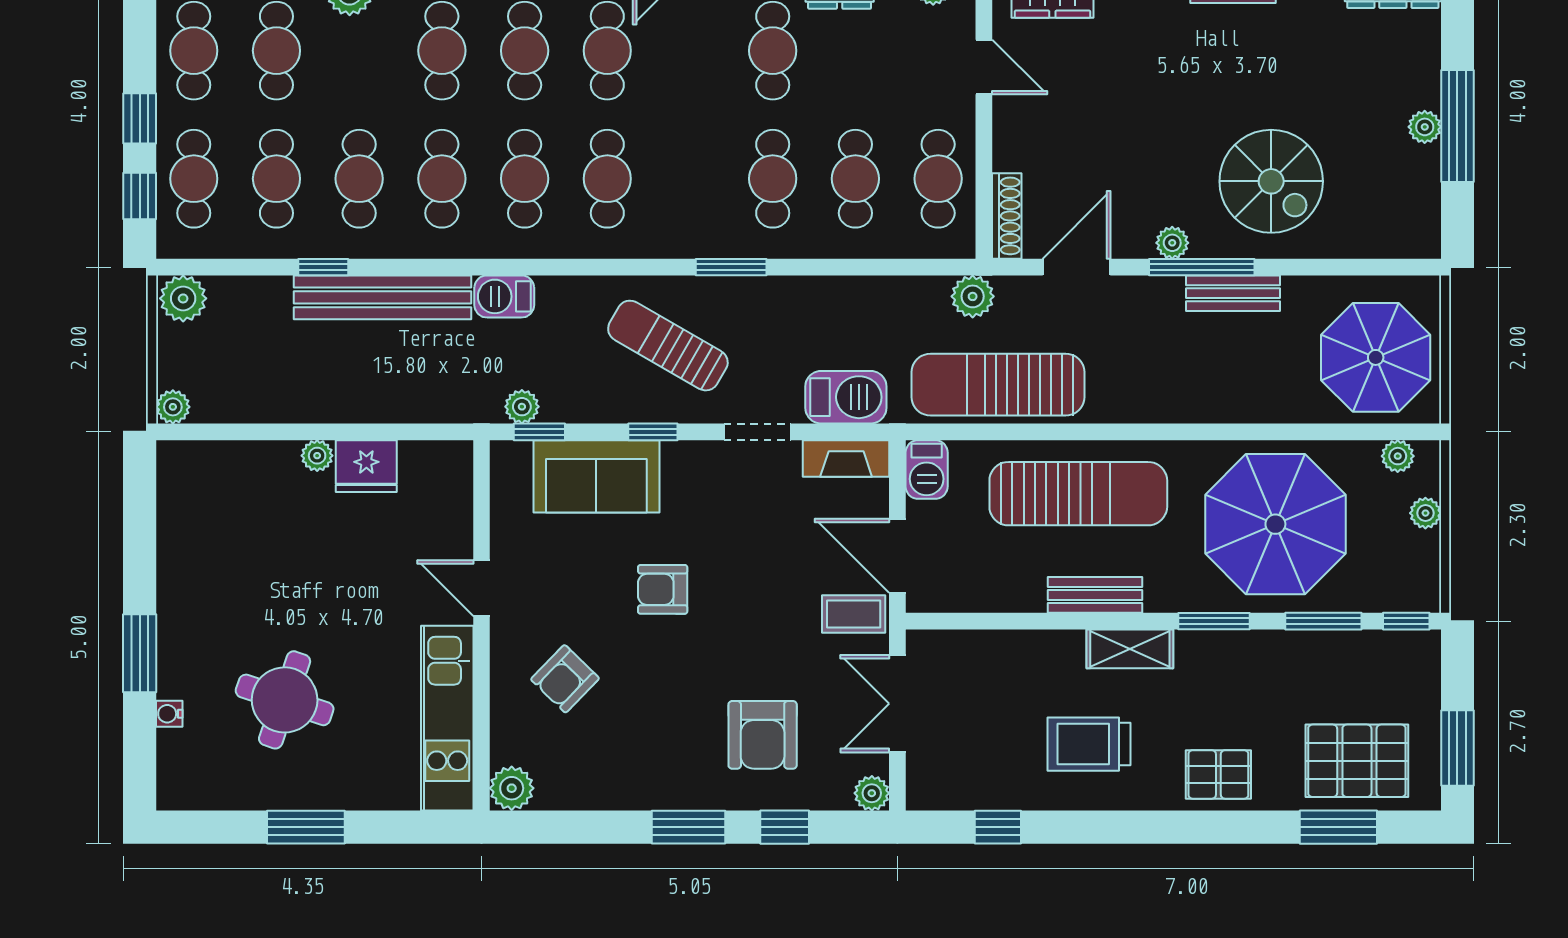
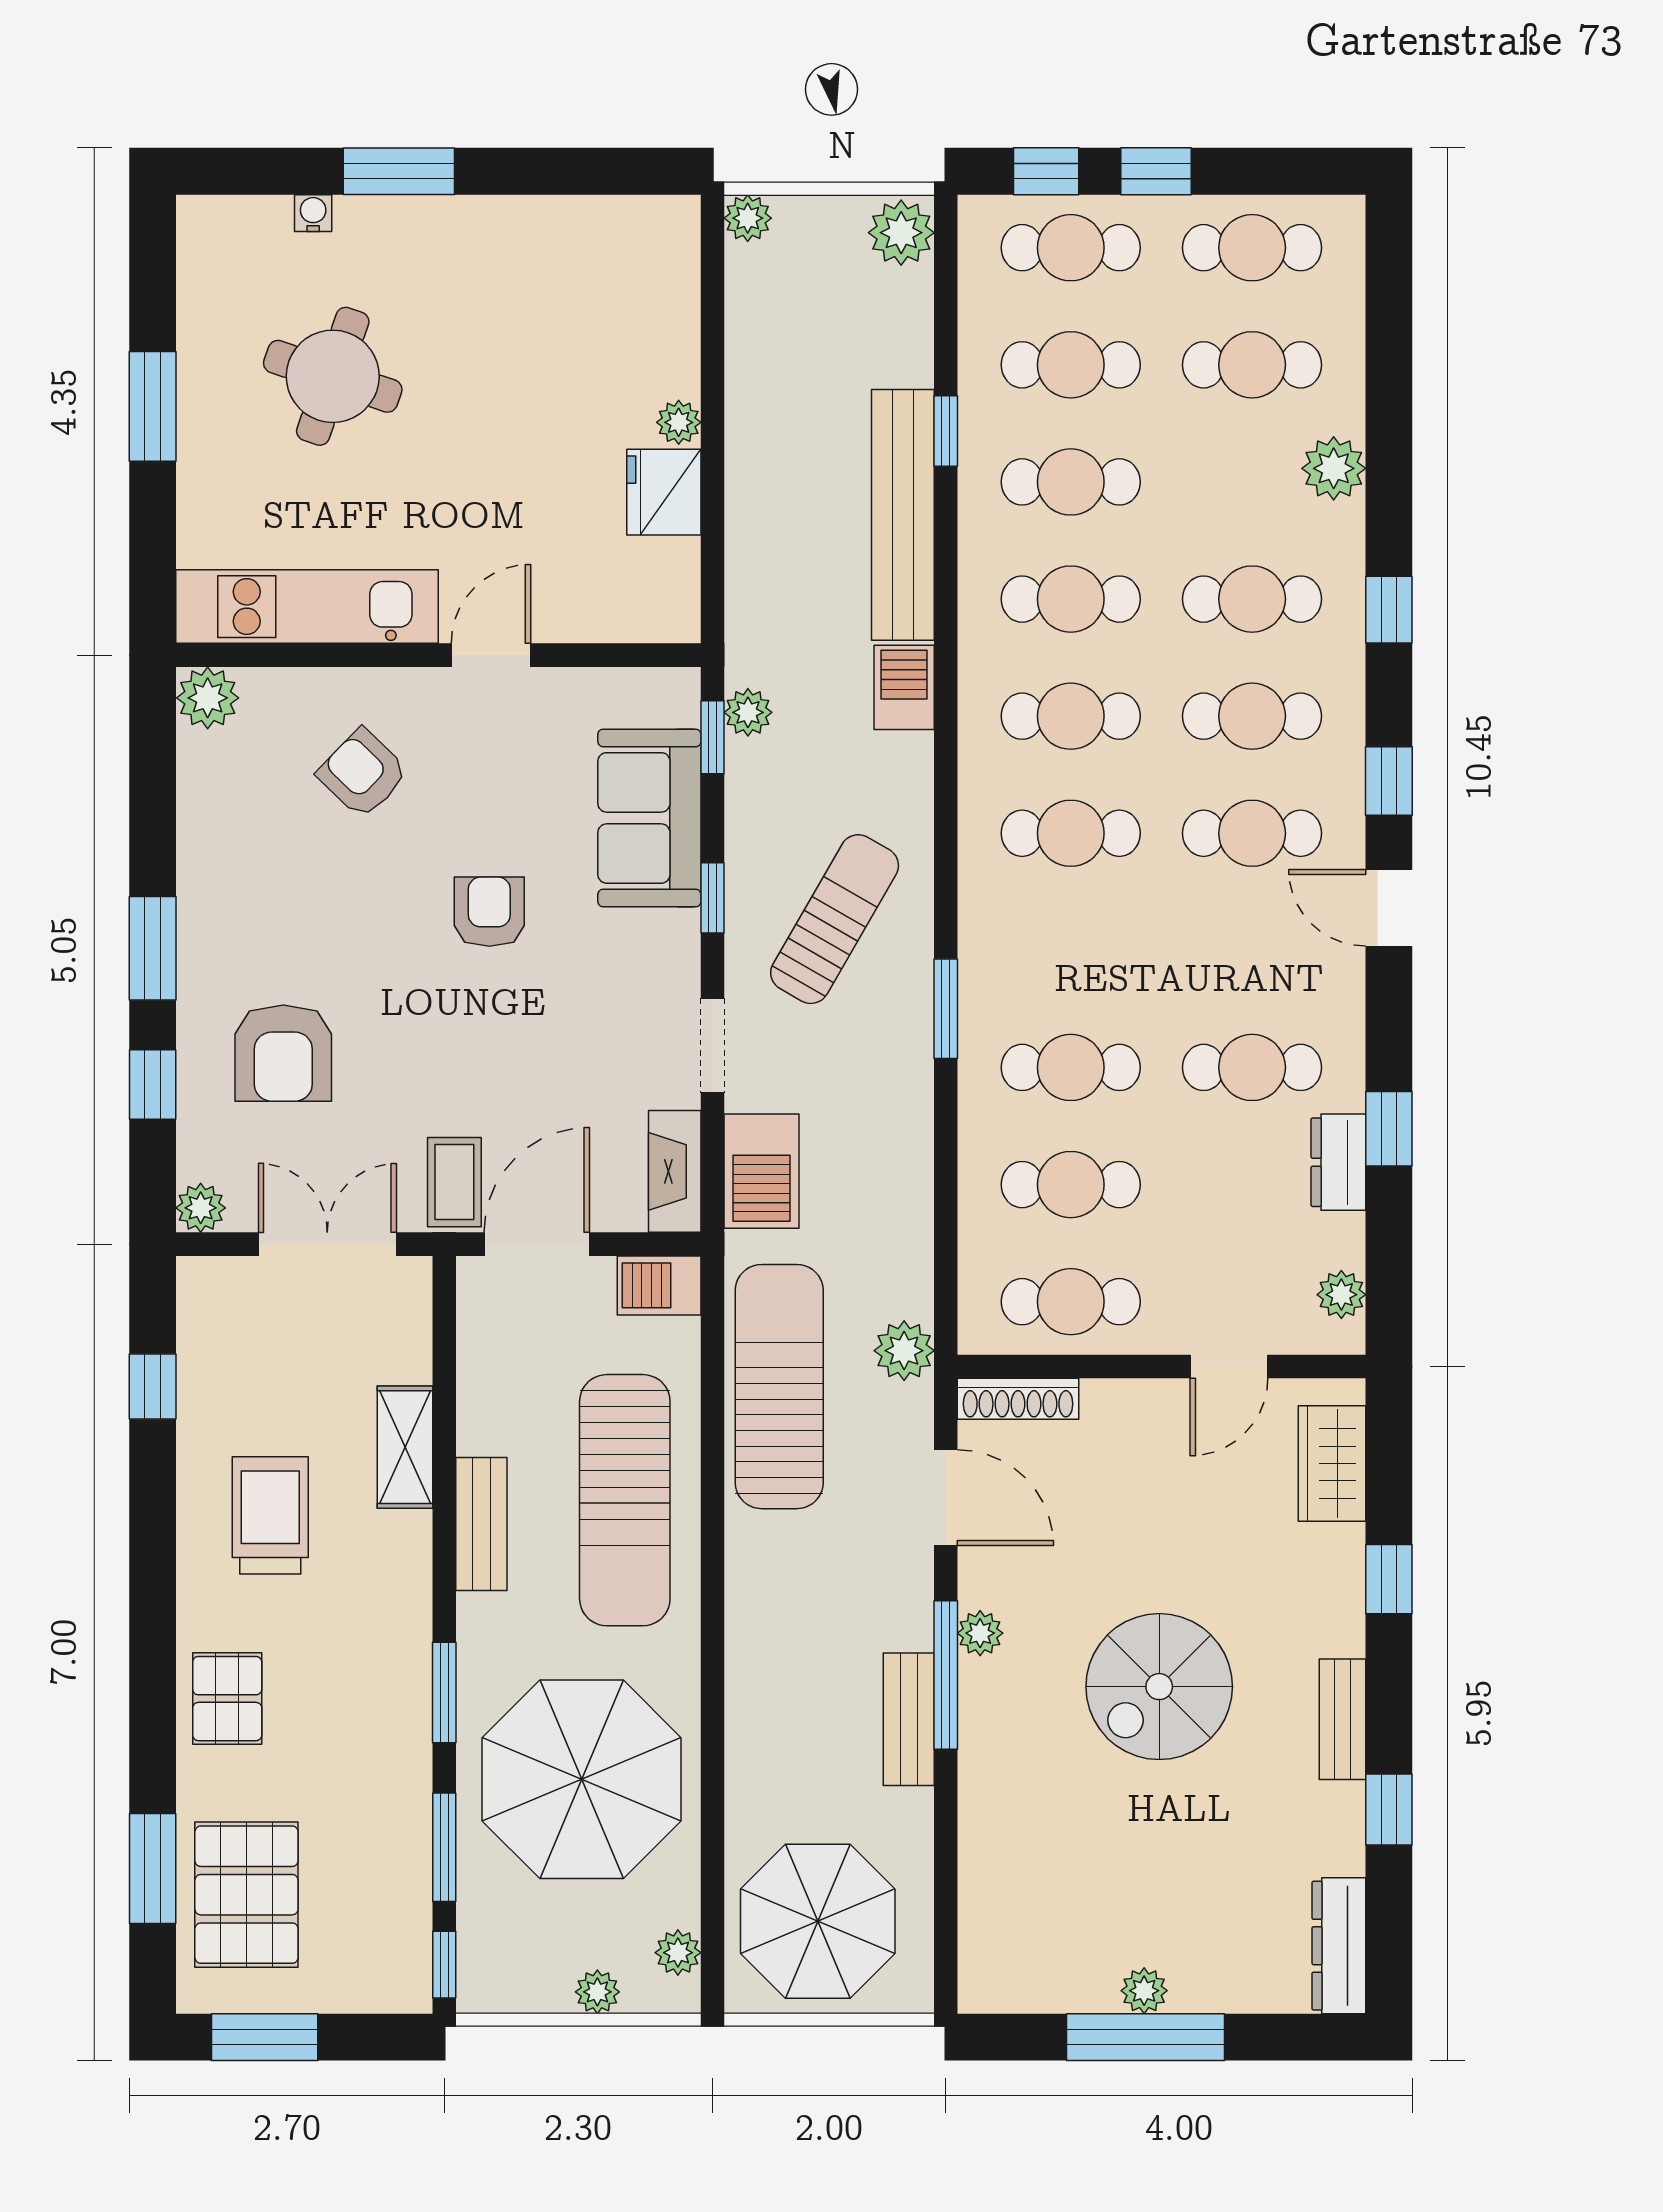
spiral stairs: (1271, 181) -> (1159, 1687), moved
shelving: (1130, 649) -> (405, 1447), moved
armchair: (763, 735) -> (283, 1053), turned -90

